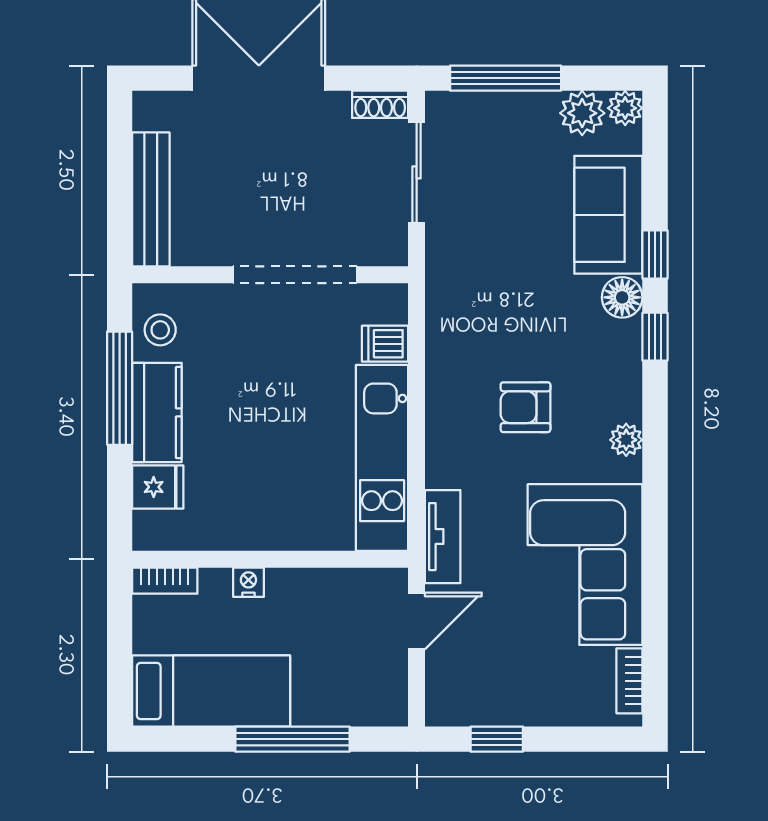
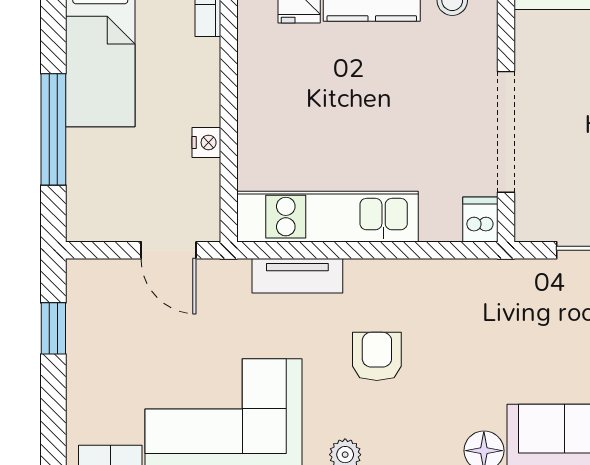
dishwasher: (385, 344) -> (480, 220), moved
tv unit: (443, 537) -> (297, 276), moved
nightstand: (248, 582) -> (206, 142), moved

